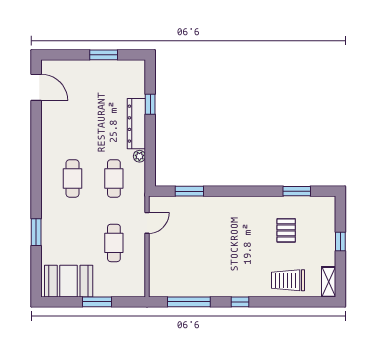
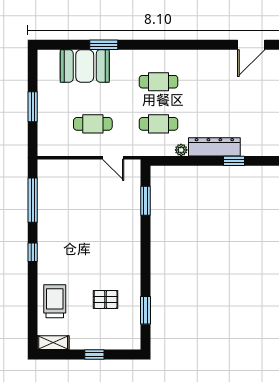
booth: (69, 281) -> (85, 66), moved, turned 90

